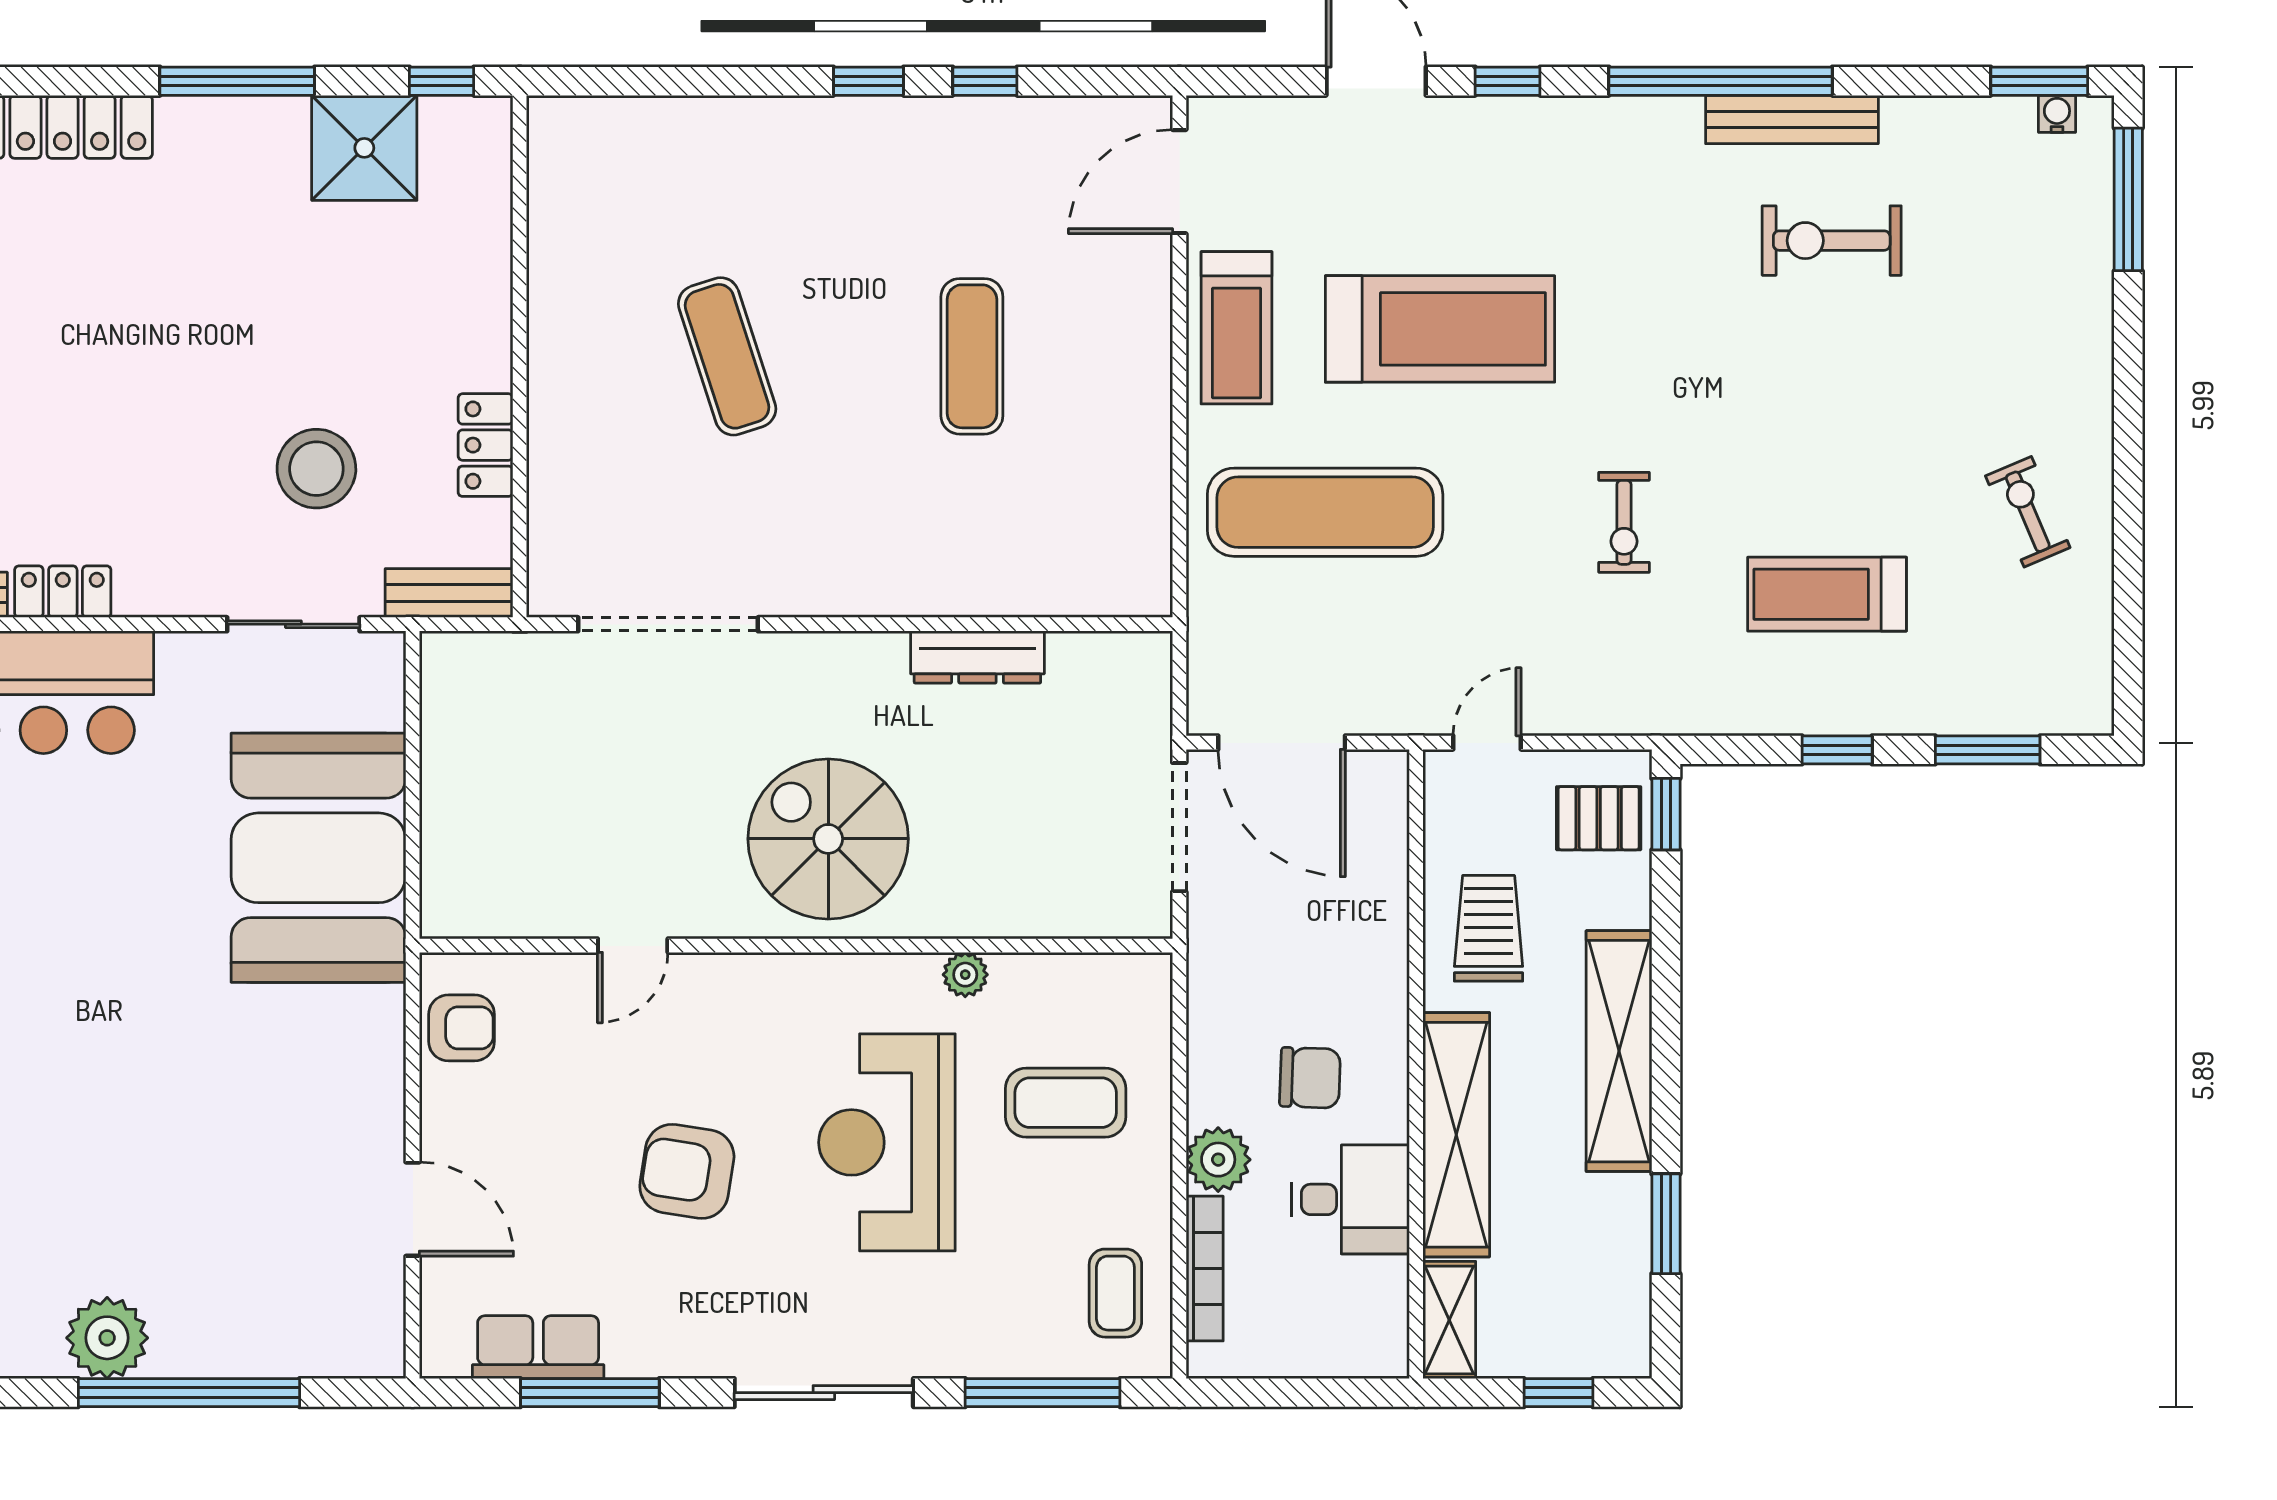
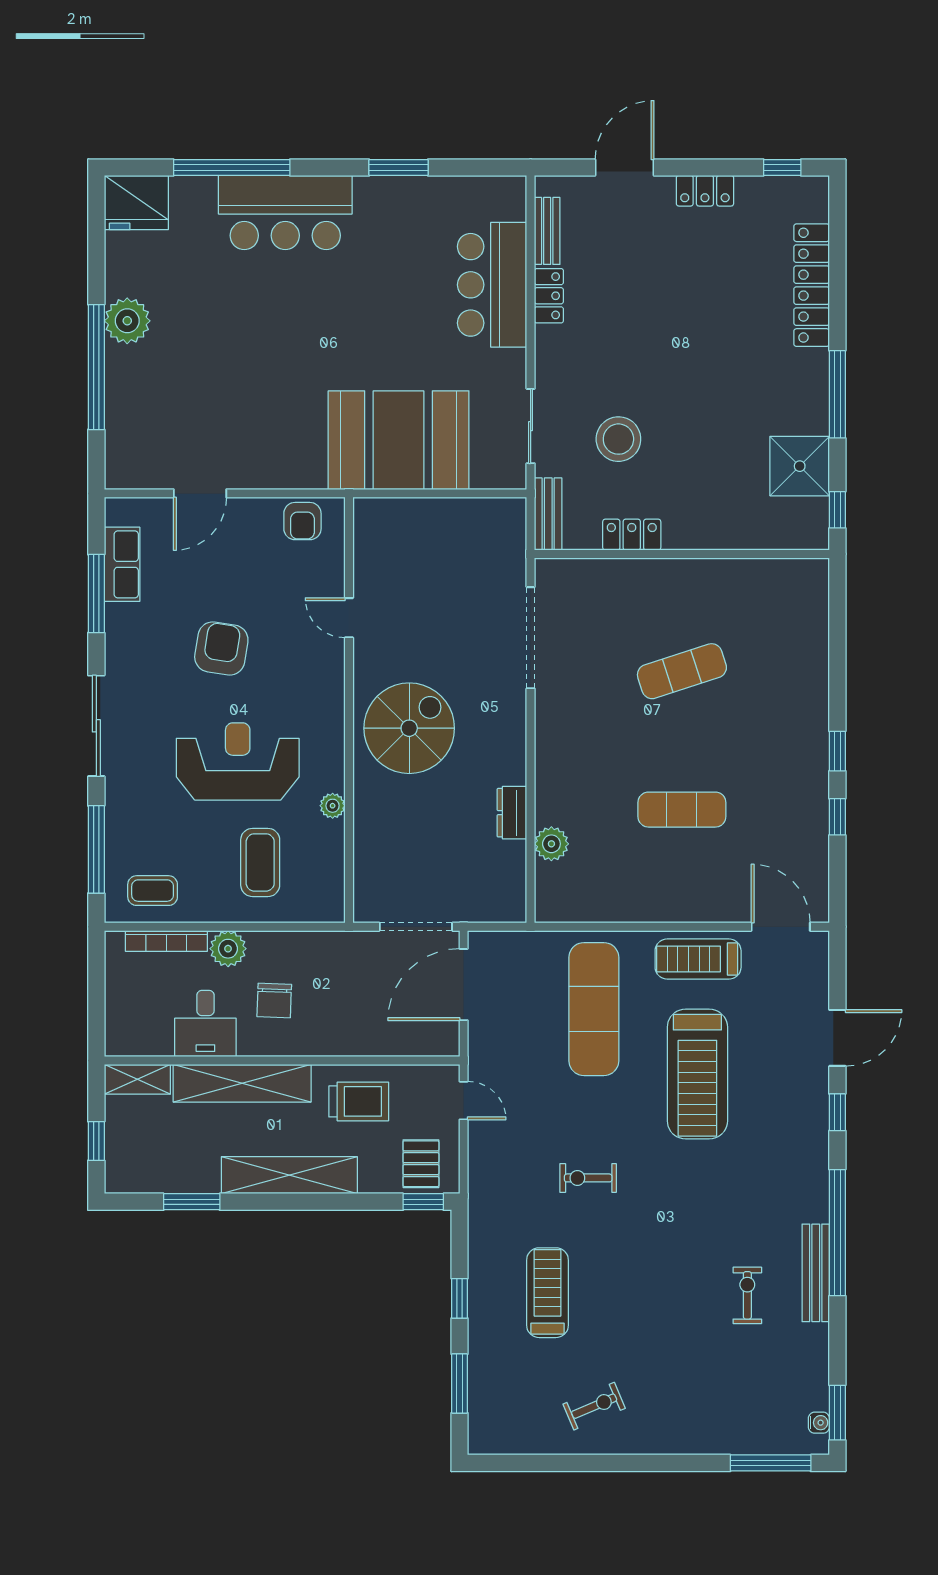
exercise bike: (1832, 241) -> (747, 1295), width x0.73, depth x0.72
plant: (1033, 587) -> (551, 844), added
dresser: (977, 657) -> (512, 813), width x0.70

